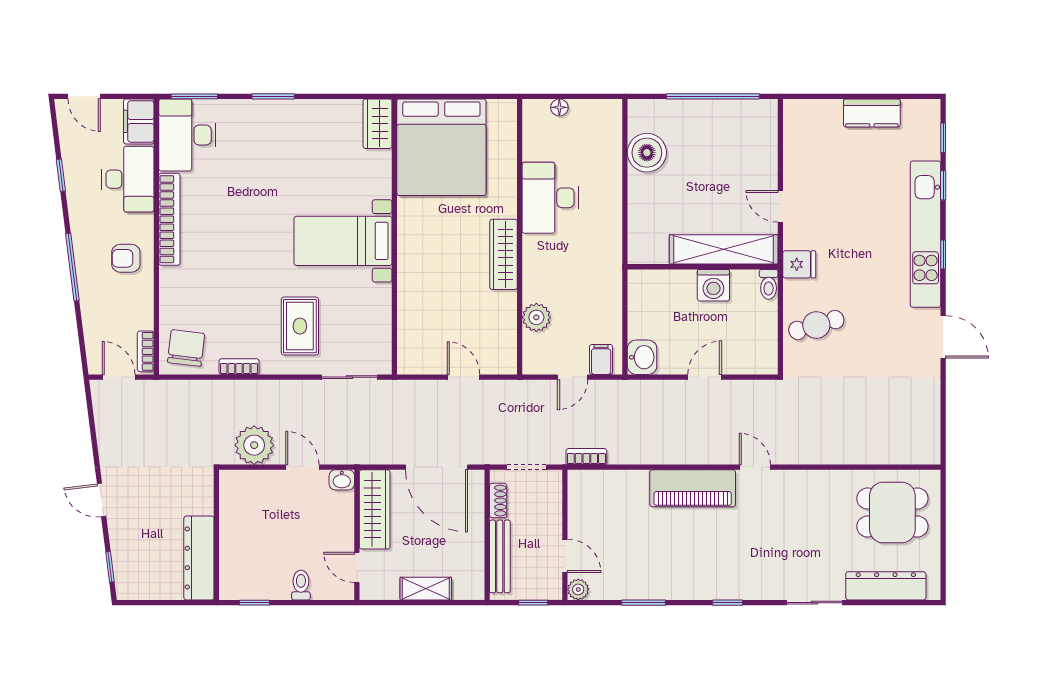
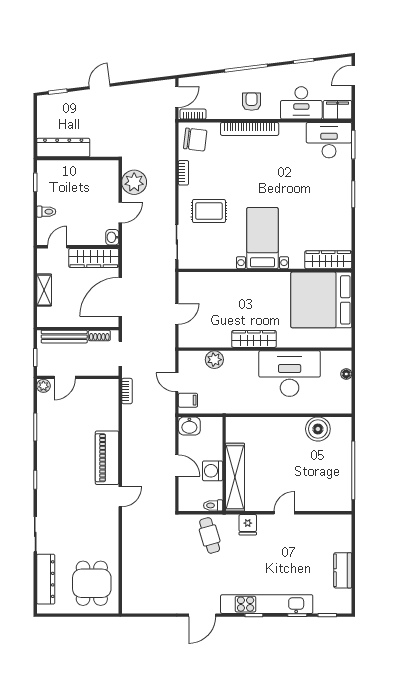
wardrobe: (377, 124) -> (328, 260), width x1.50
desk: (550, 198) -> (290, 374), width x1.36, depth x1.30
bookcase: (169, 219) -> (250, 129), moved
shelving: (724, 249) -> (235, 477), moved
wall: (703, 267) -> (224, 464), moved
toilet: (769, 284) -> (213, 505), moved
washing machine: (713, 285) -> (213, 471), moved

